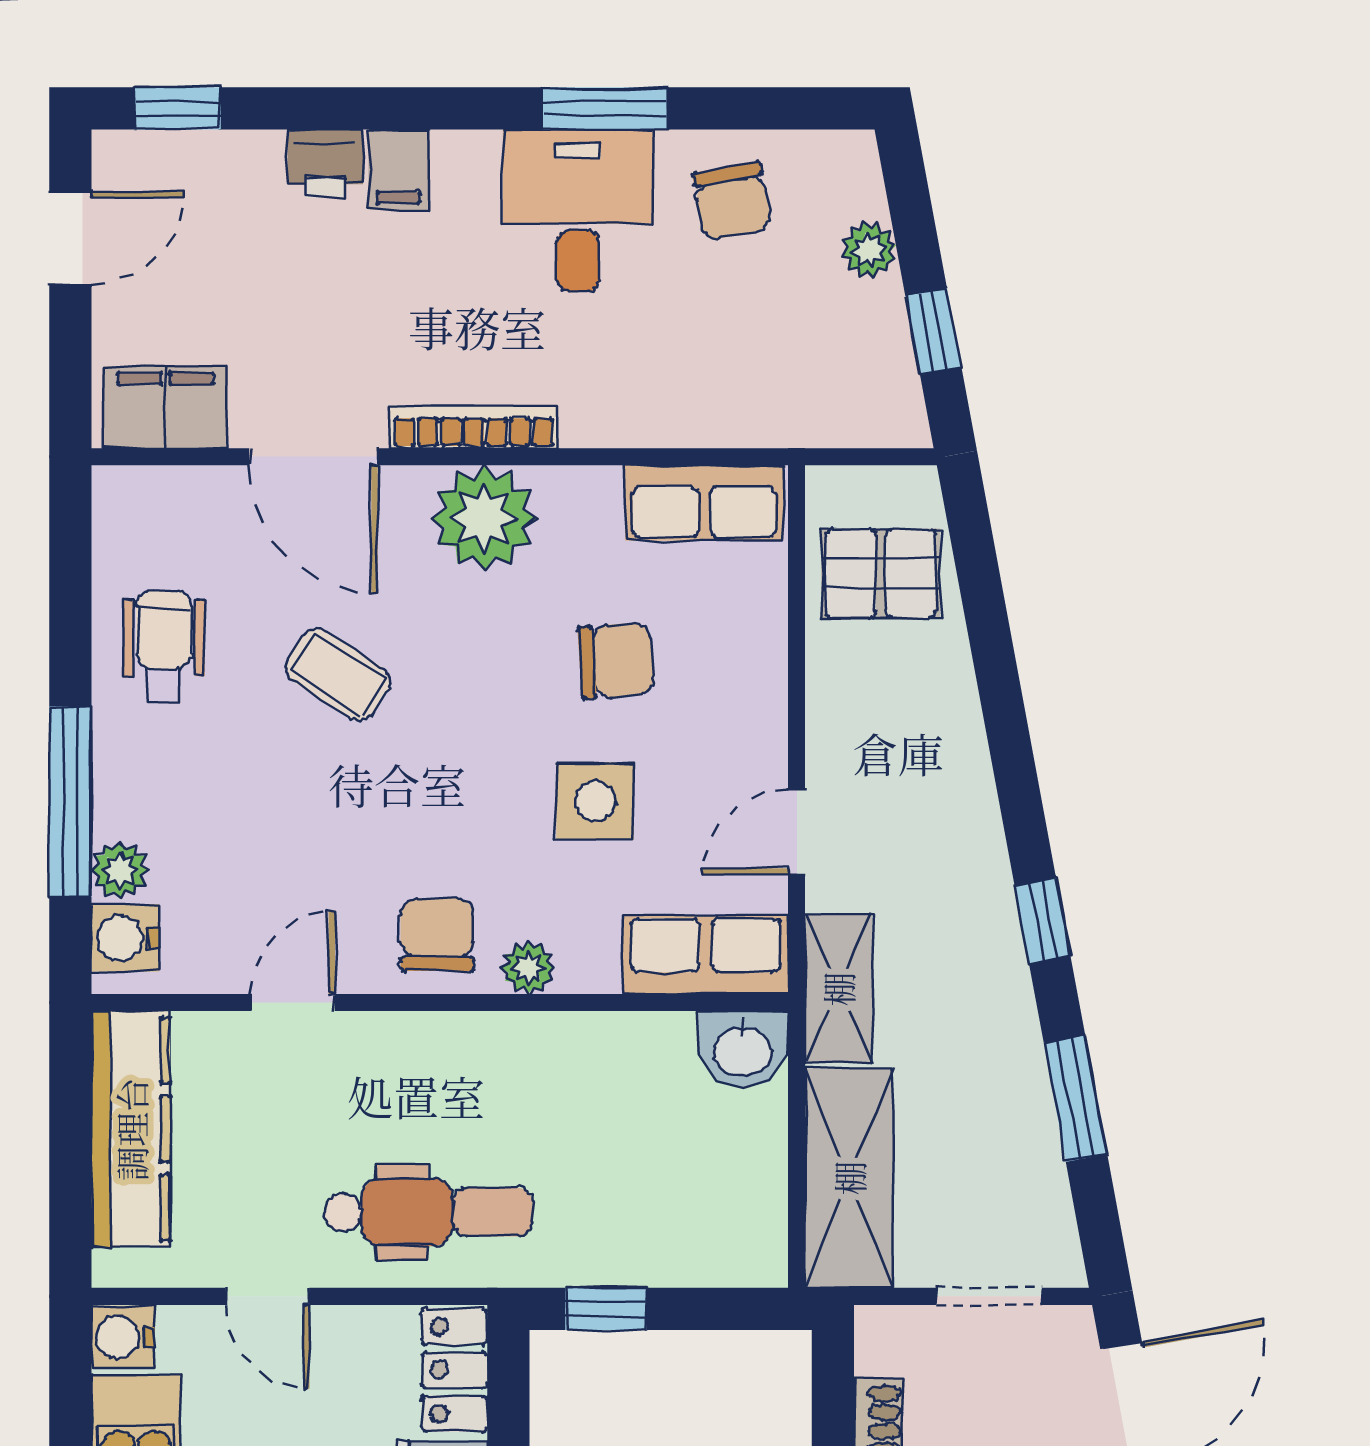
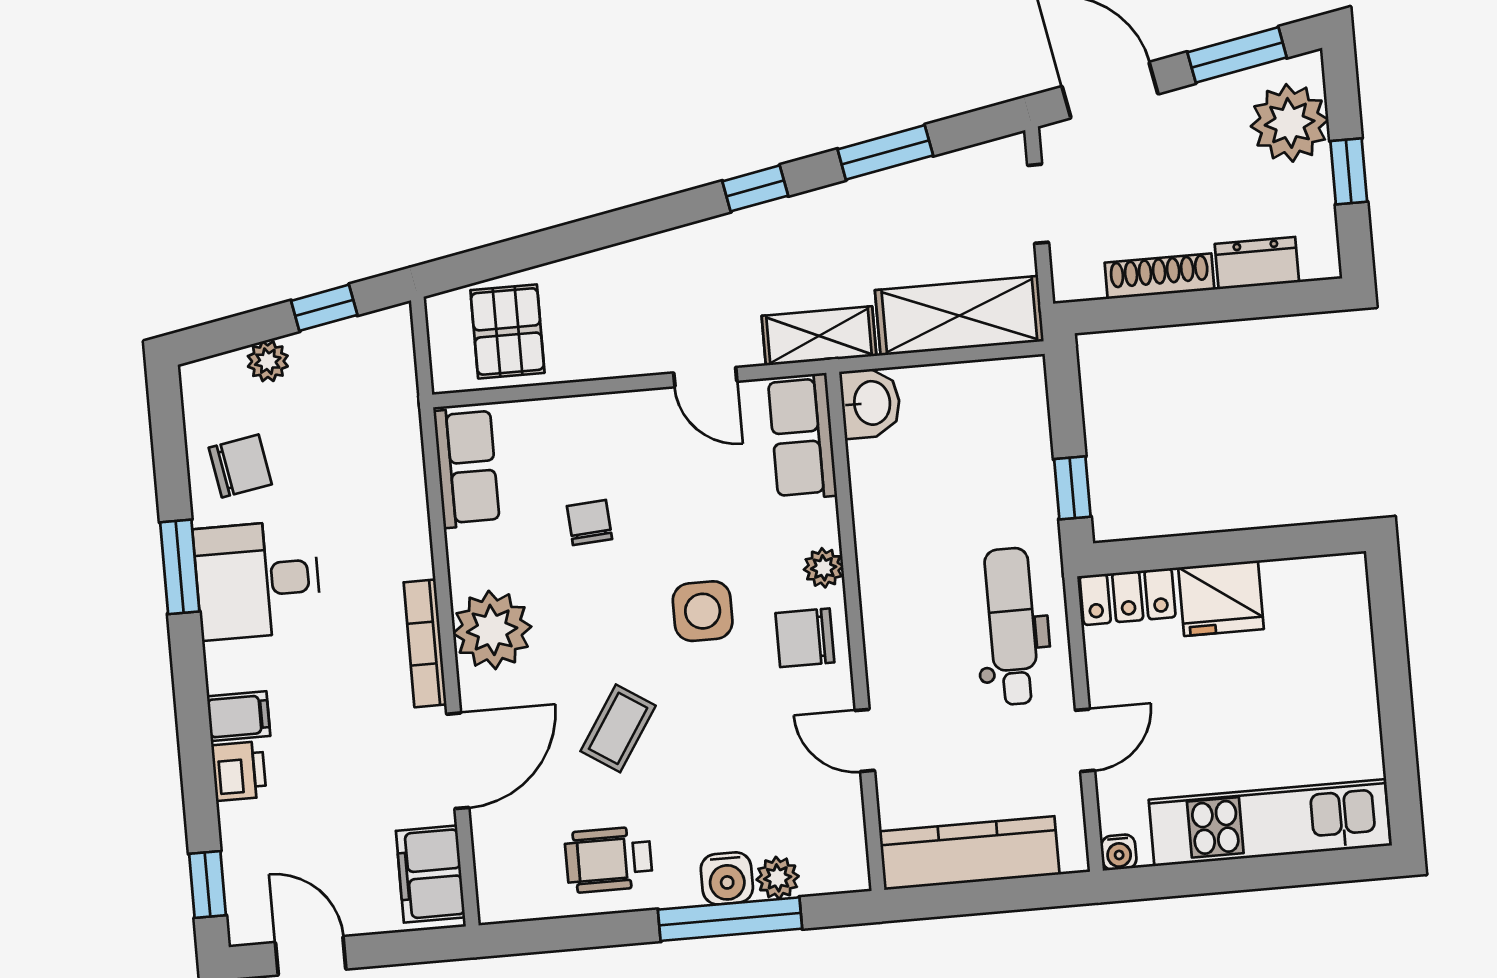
chair: (616, 661) -> (589, 523), width x0.73, depth x0.73
side table: (595, 801) -> (703, 611), moved
water cooler: (125, 938) -> (727, 878), moved
water cooler: (123, 1337) -> (1119, 852), width x0.72, depth x0.72

